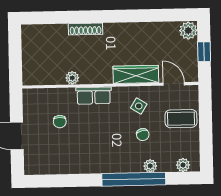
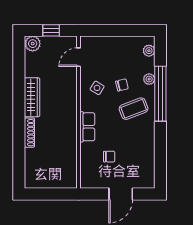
wardrobe: (136, 74) -> (32, 97), moved, turned 180
plant: (72, 78) -> (71, 145), removed
coffee table: (181, 119) -> (134, 109), moved, turned 69

